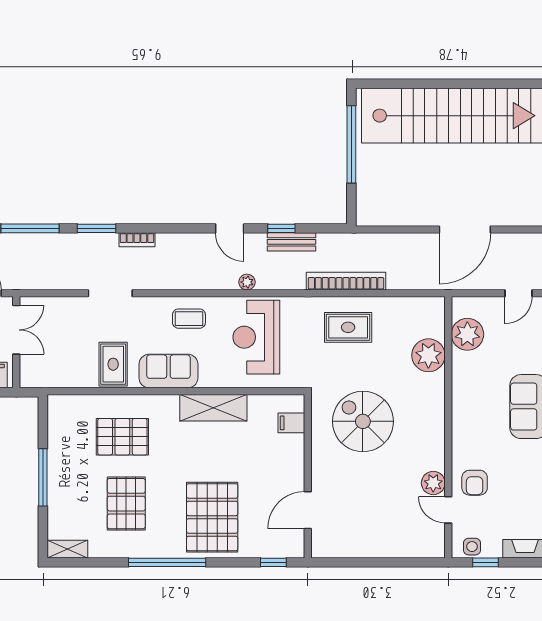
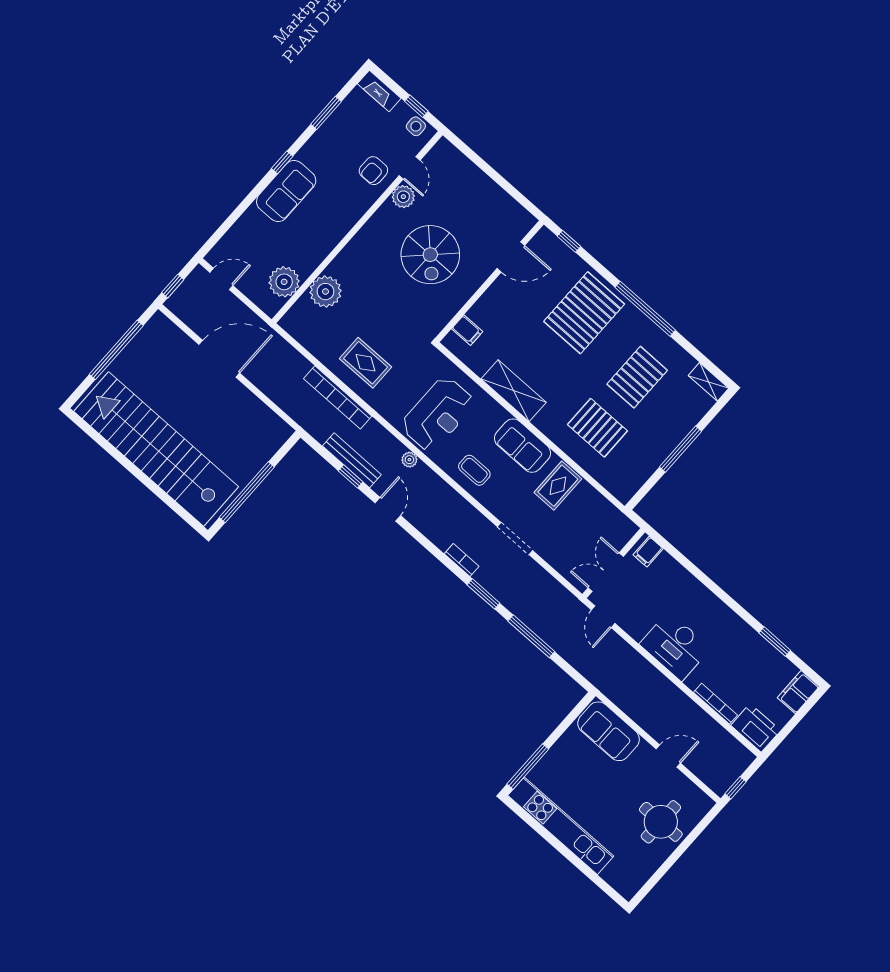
bench: (291, 242) -> (352, 460), width x1.36
spiral stairs: (363, 421) -> (430, 255), moved
armchair: (475, 483) -> (373, 171), turned 180

